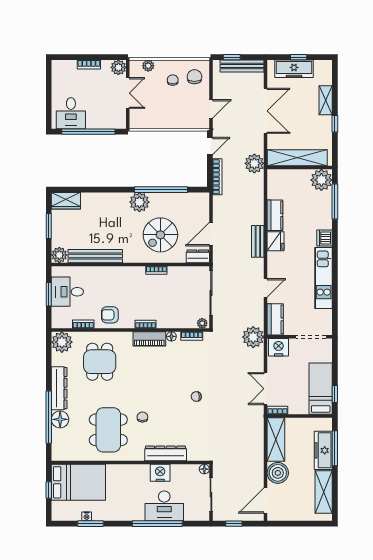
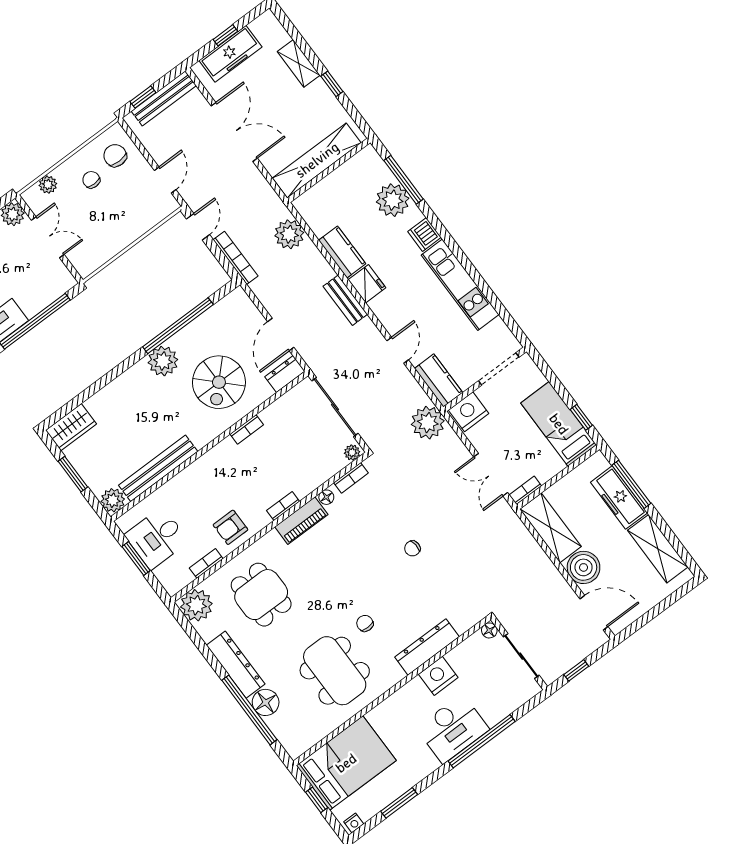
plant: (254, 163) -> (289, 234), moved
plant: (321, 180) -> (393, 200), moved
door: (266, 500) -> (594, 613), swing flipped
desk: (164, 506) -> (453, 729), moved
nightstand: (87, 516) -> (354, 823), moved

